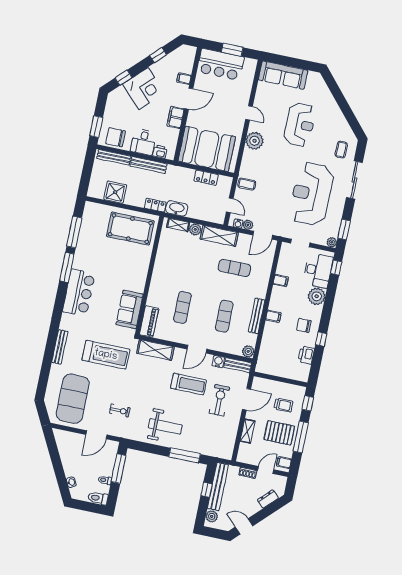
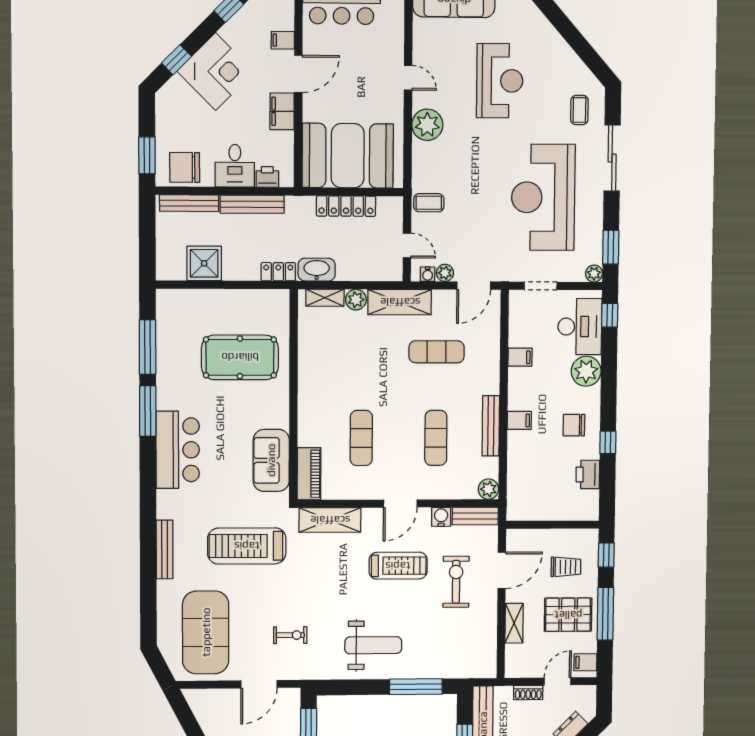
locker: (206, 178) -> (346, 206), width x1.53
pool table: (130, 229) -> (240, 357), moved
treadmill: (106, 355) -> (247, 546), turned 180

